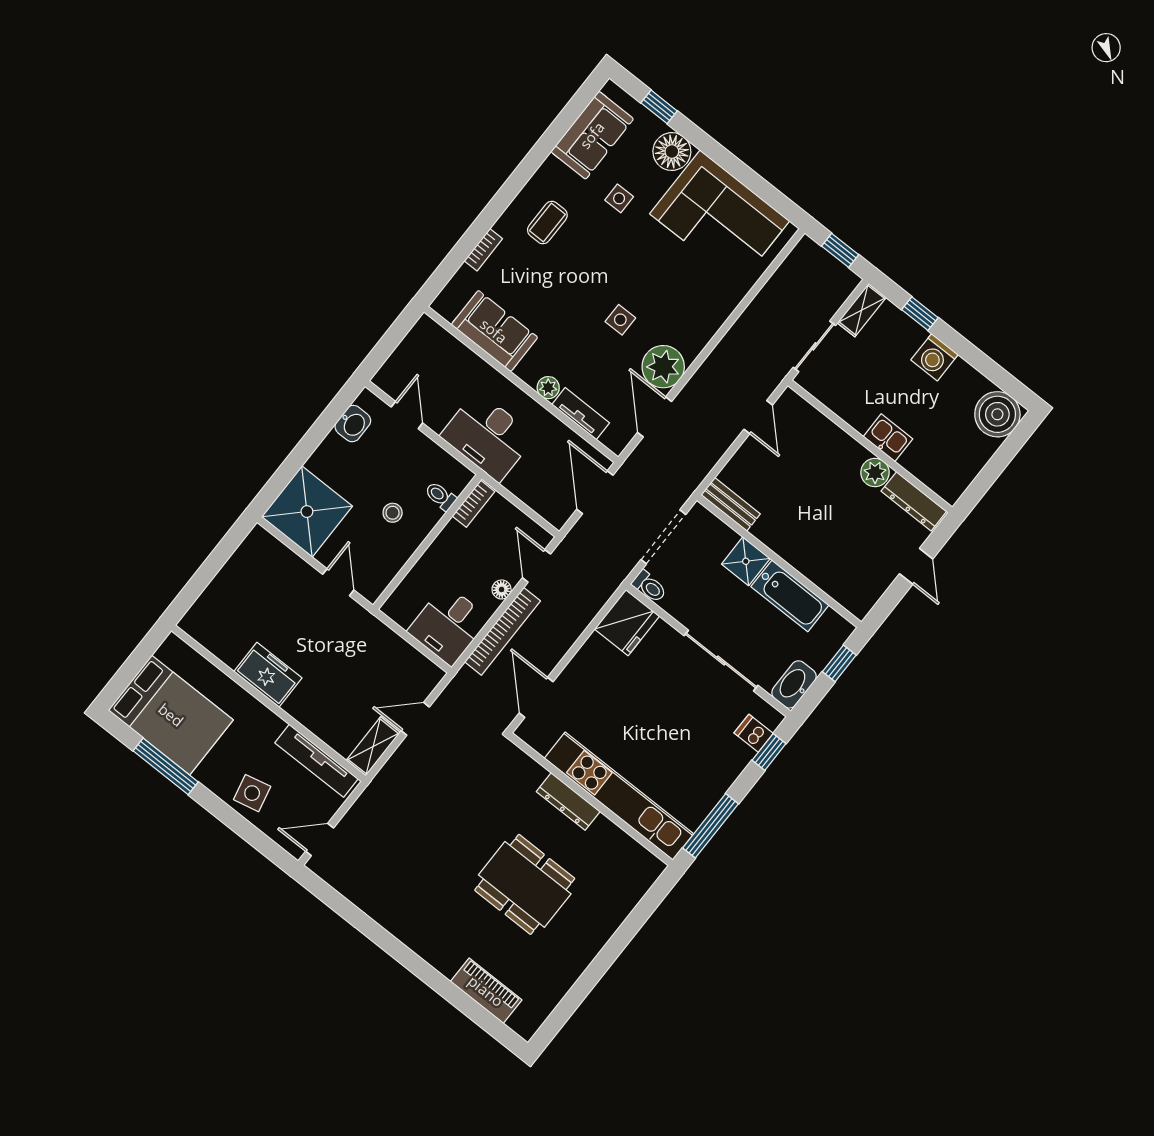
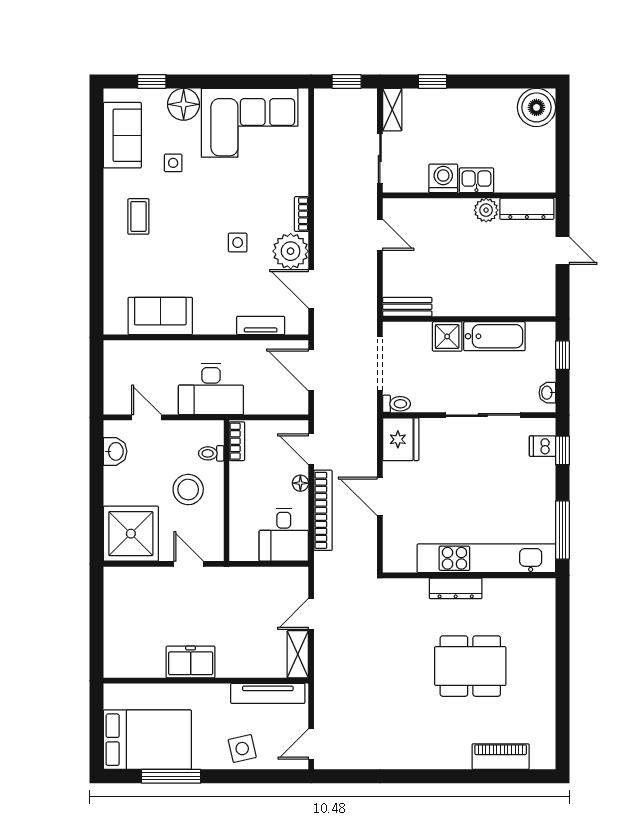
bookcase: (483, 250) -> (301, 214), moved, turned 180
washing machine: (935, 357) -> (443, 178), moved, turned 180
plant: (548, 388) -> (225, 325), removed
stool: (393, 513) -> (188, 490), width x1.89, depth x1.89
washbasin: (794, 684) -> (547, 393), width x0.52, depth x0.69
door: (536, 697) -> (380, 496), moved

